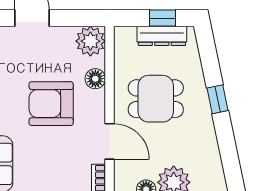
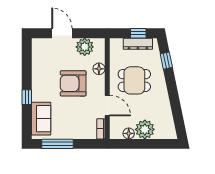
plant: (90, 41) -> (85, 47), moved
window: (218, 99) -> (166, 61), moved

